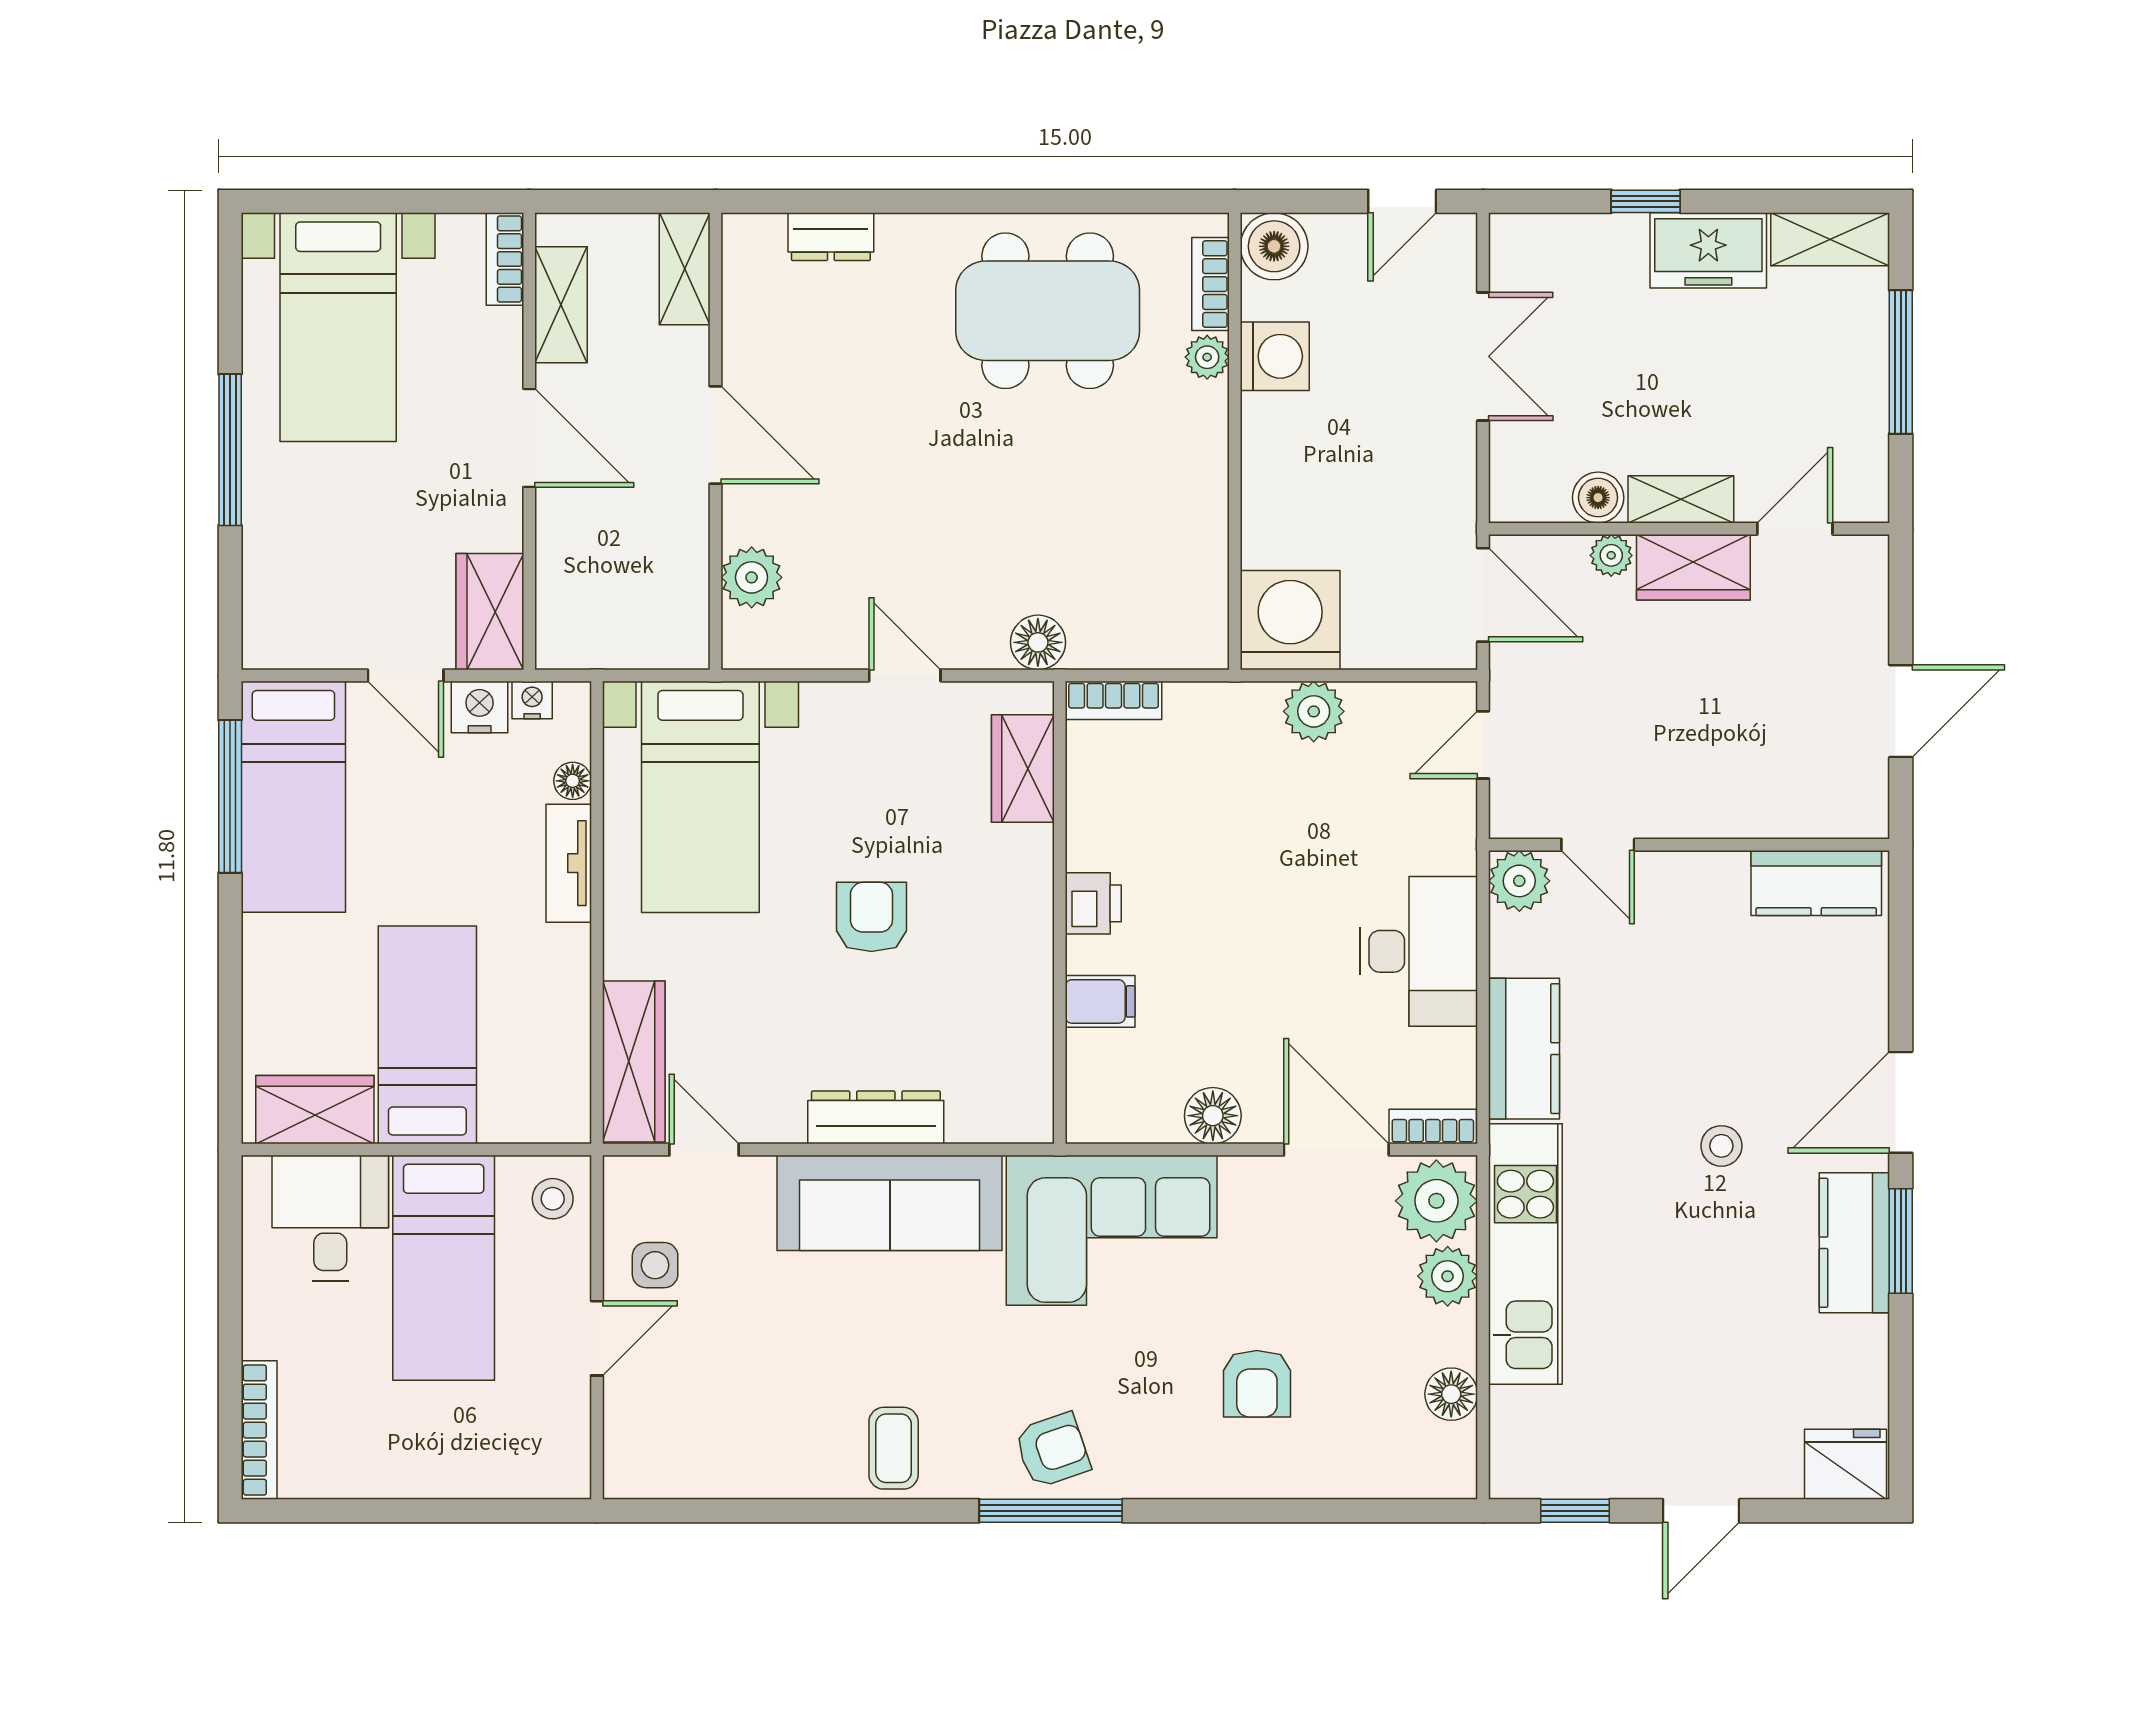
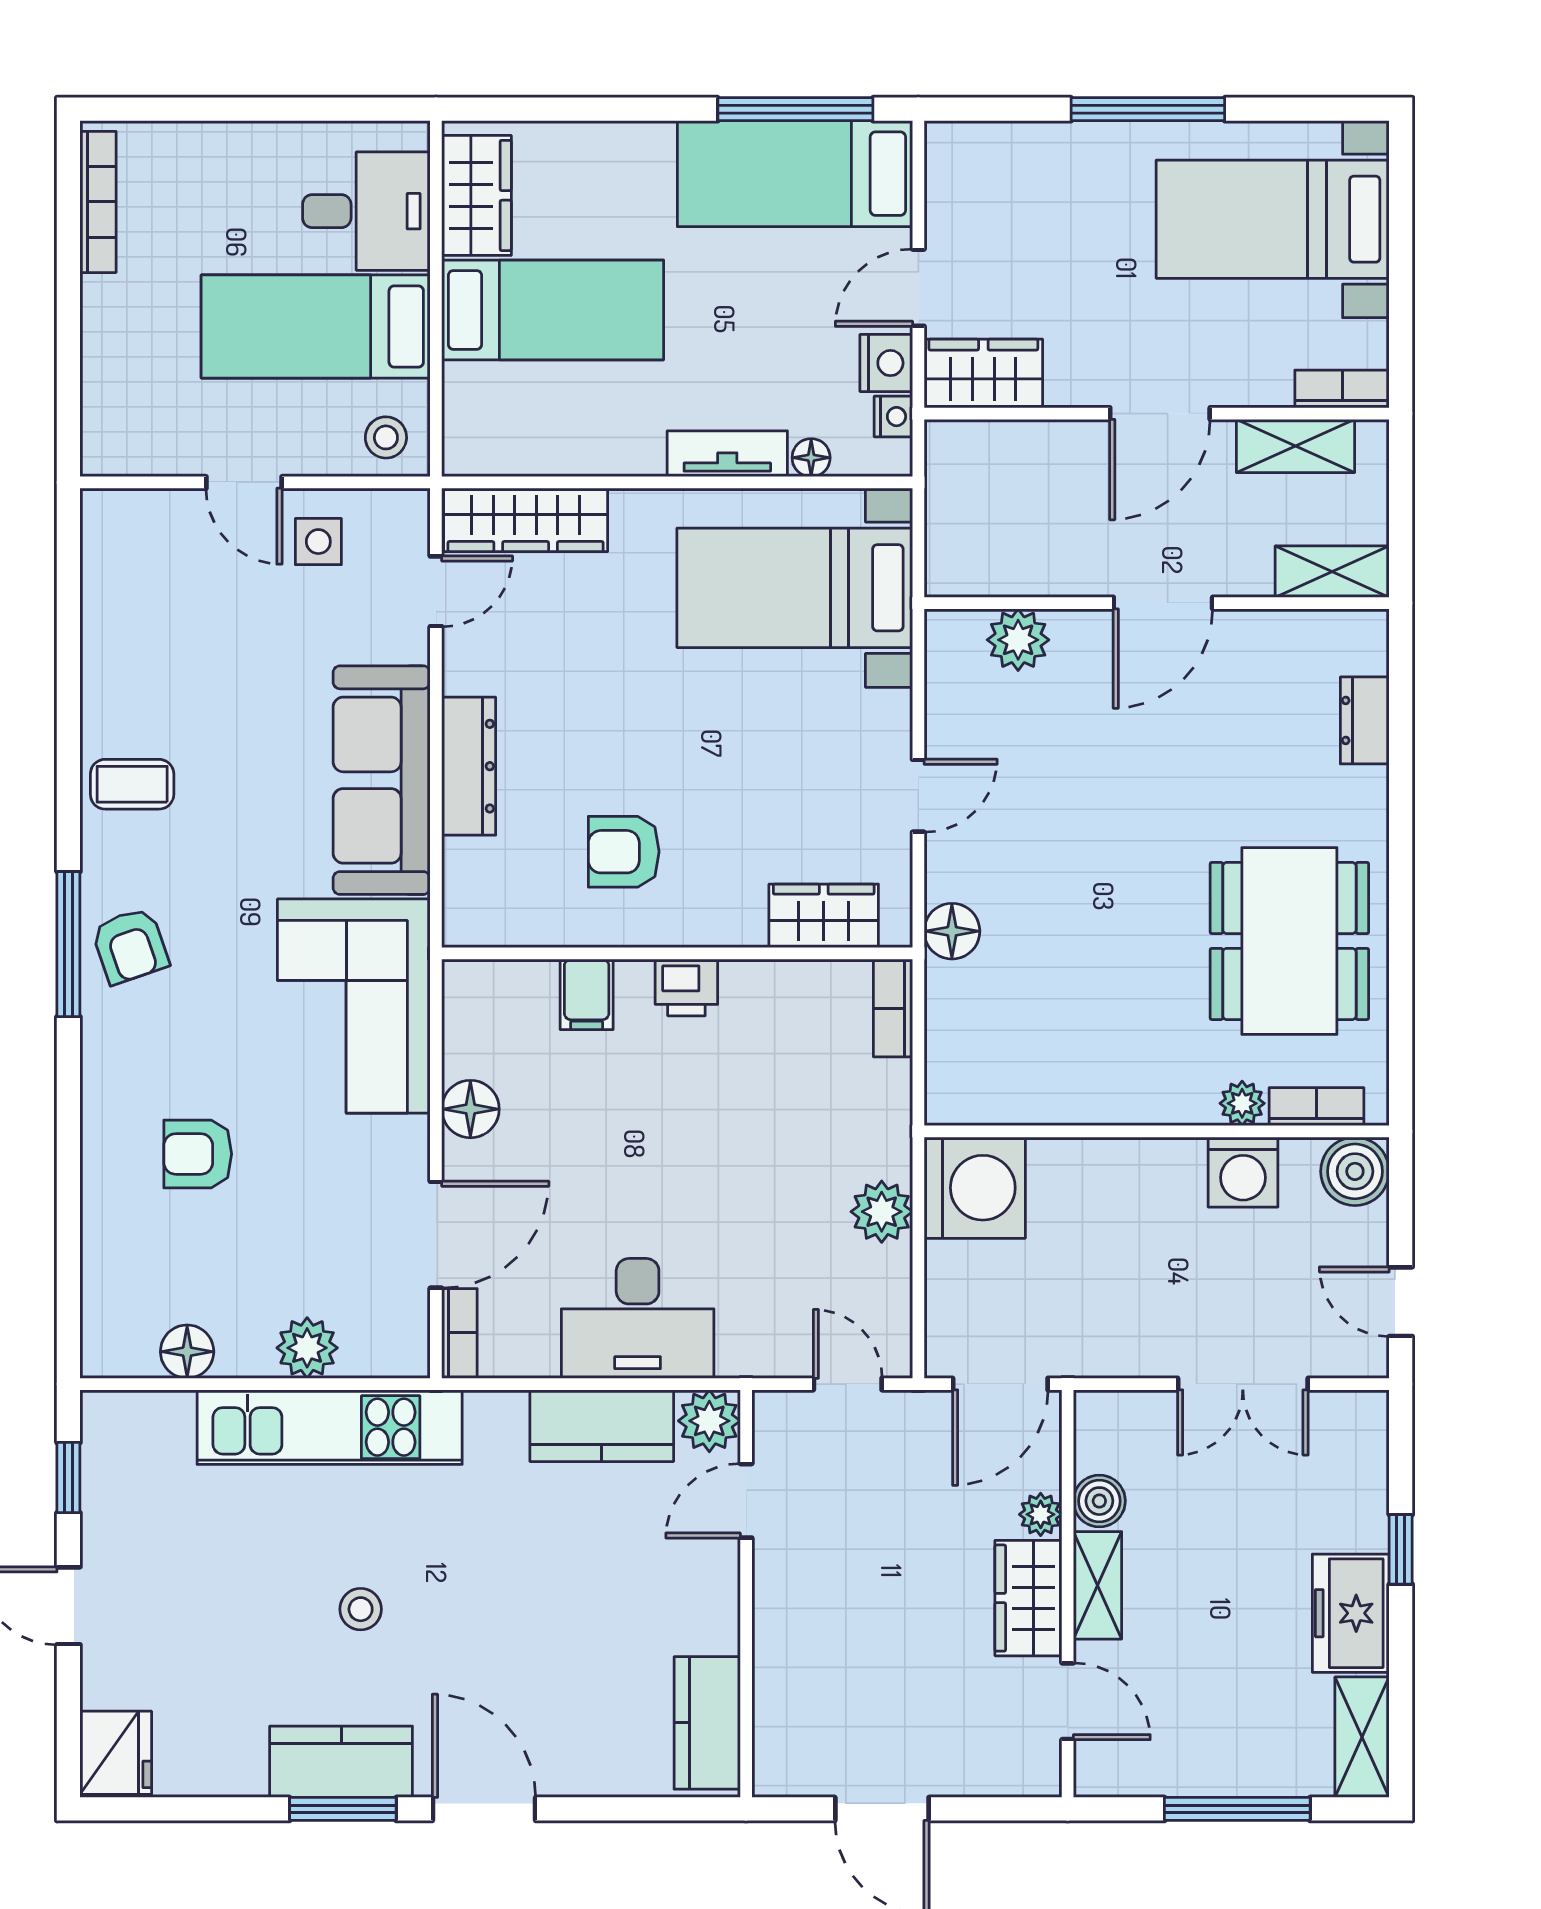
armchair: (871, 917) -> (624, 852), moved, turned 180
kitchen counter: (1524, 1049) -> (602, 1426), moved
stool: (1721, 1146) -> (361, 1609), moved
plant: (1436, 1201) -> (384, 1337), removed
bookcase: (259, 1430) -> (98, 202), moved, turned -90

